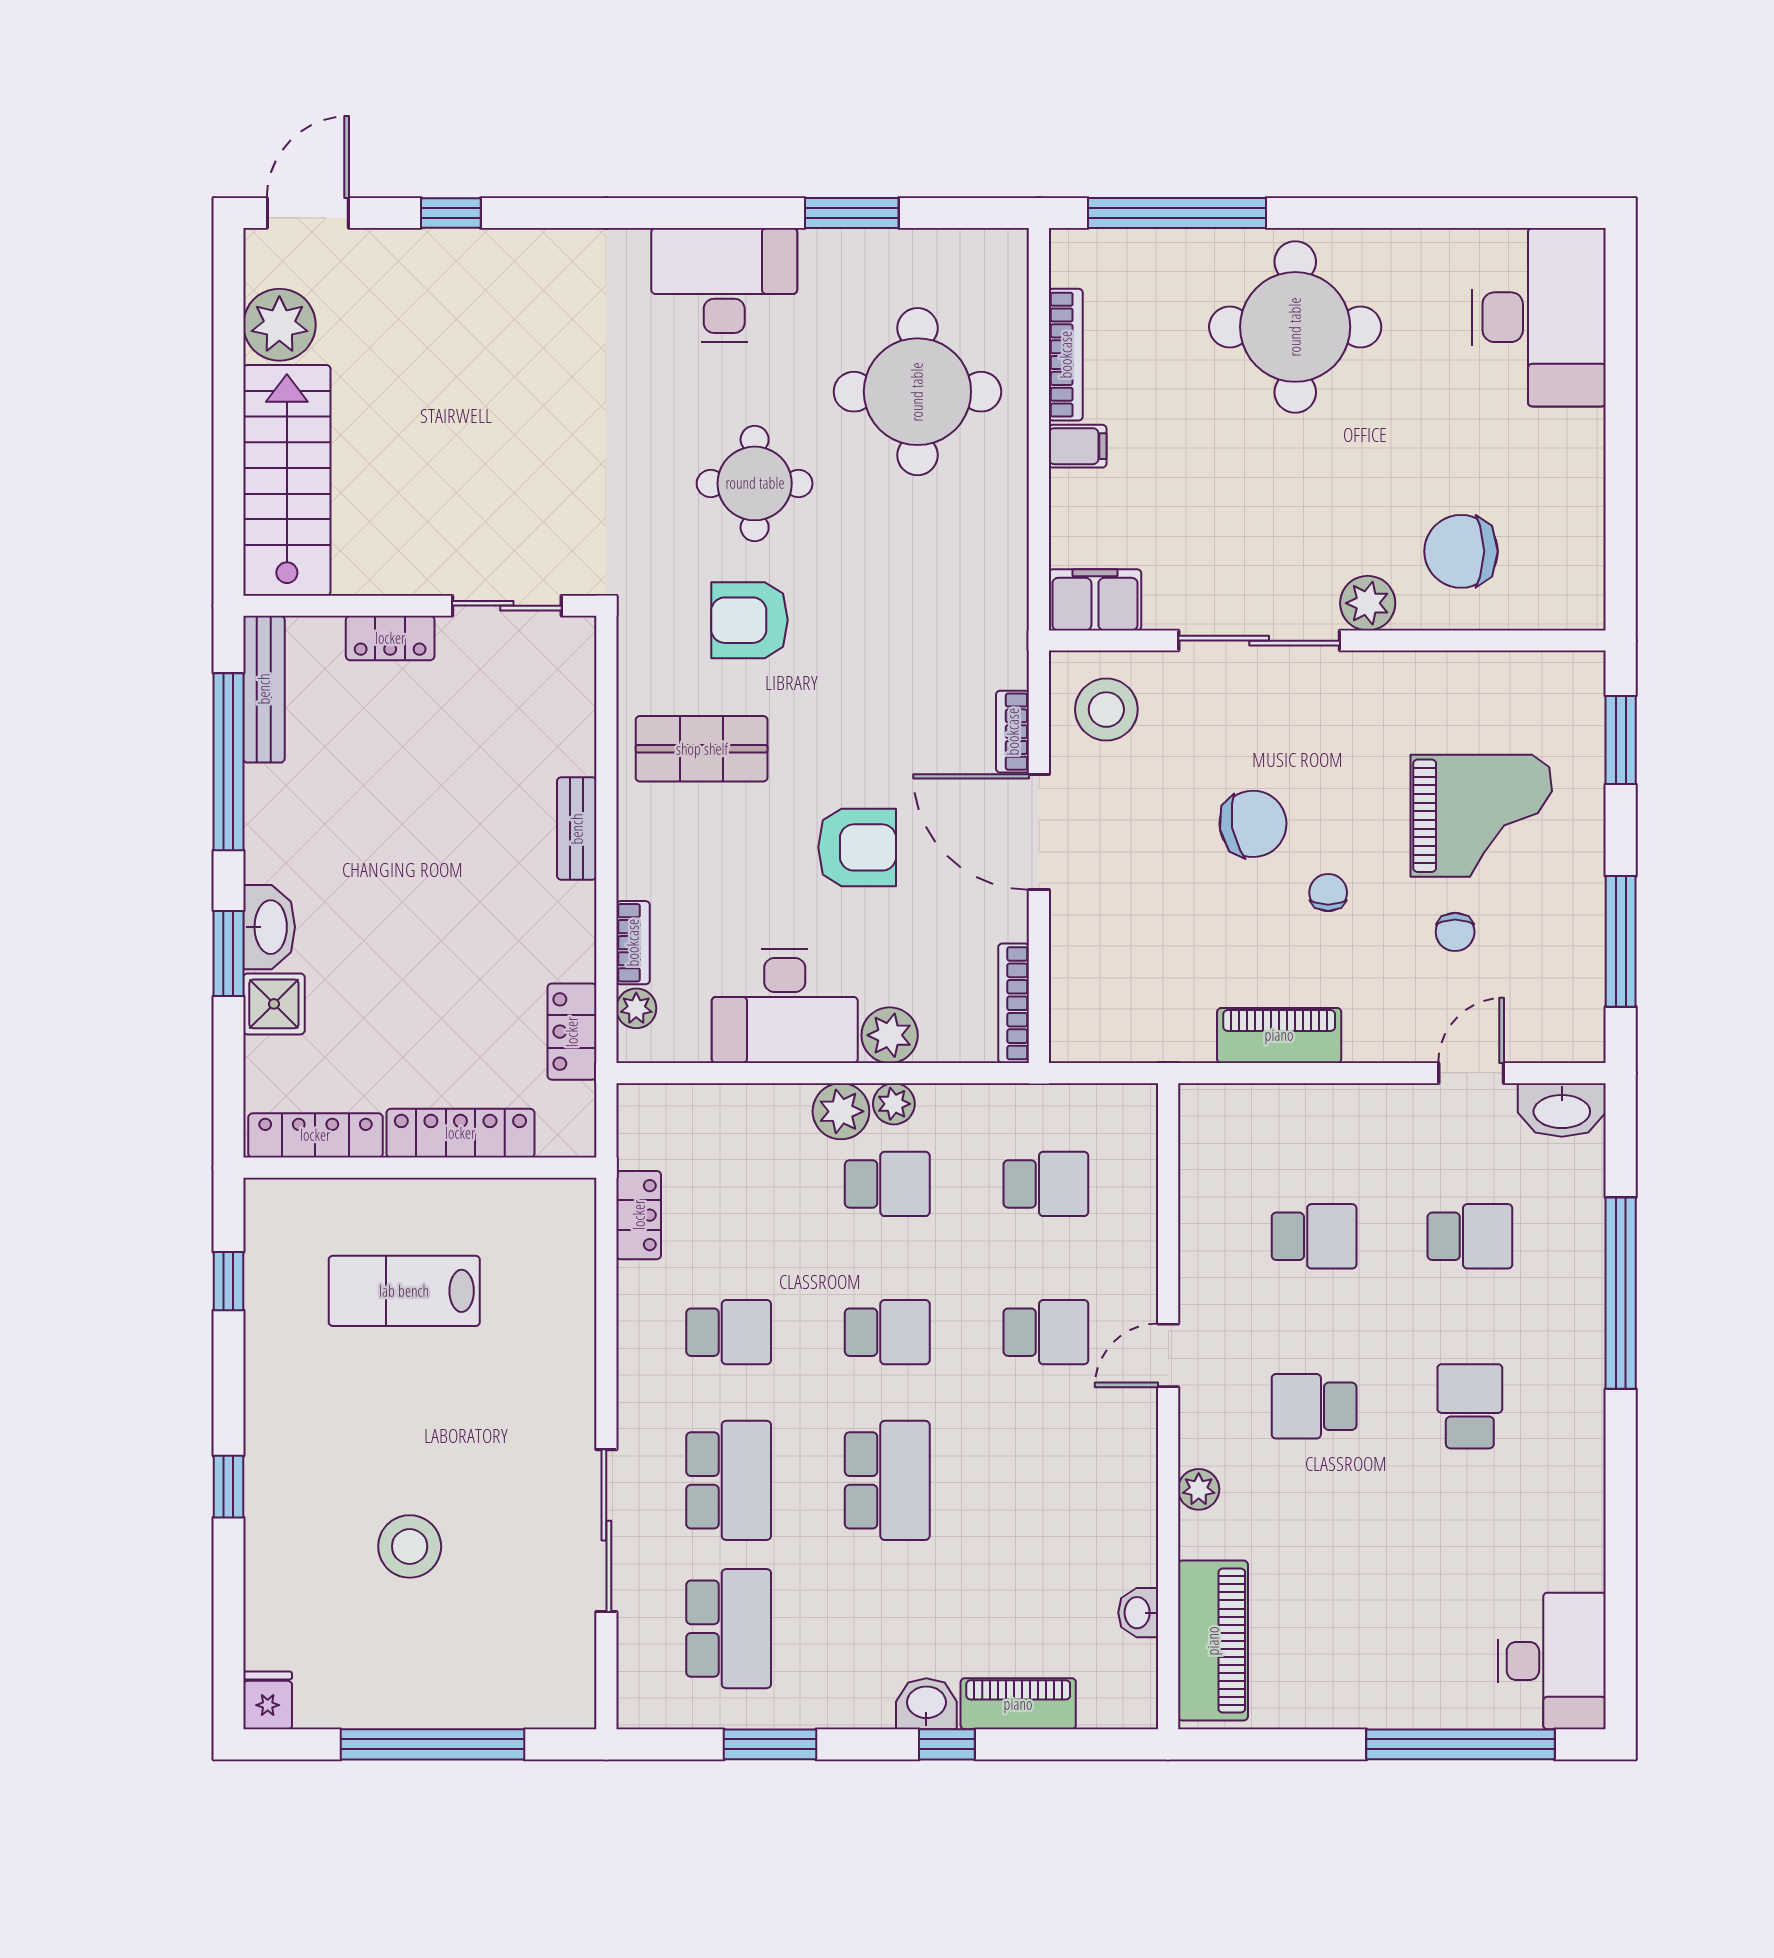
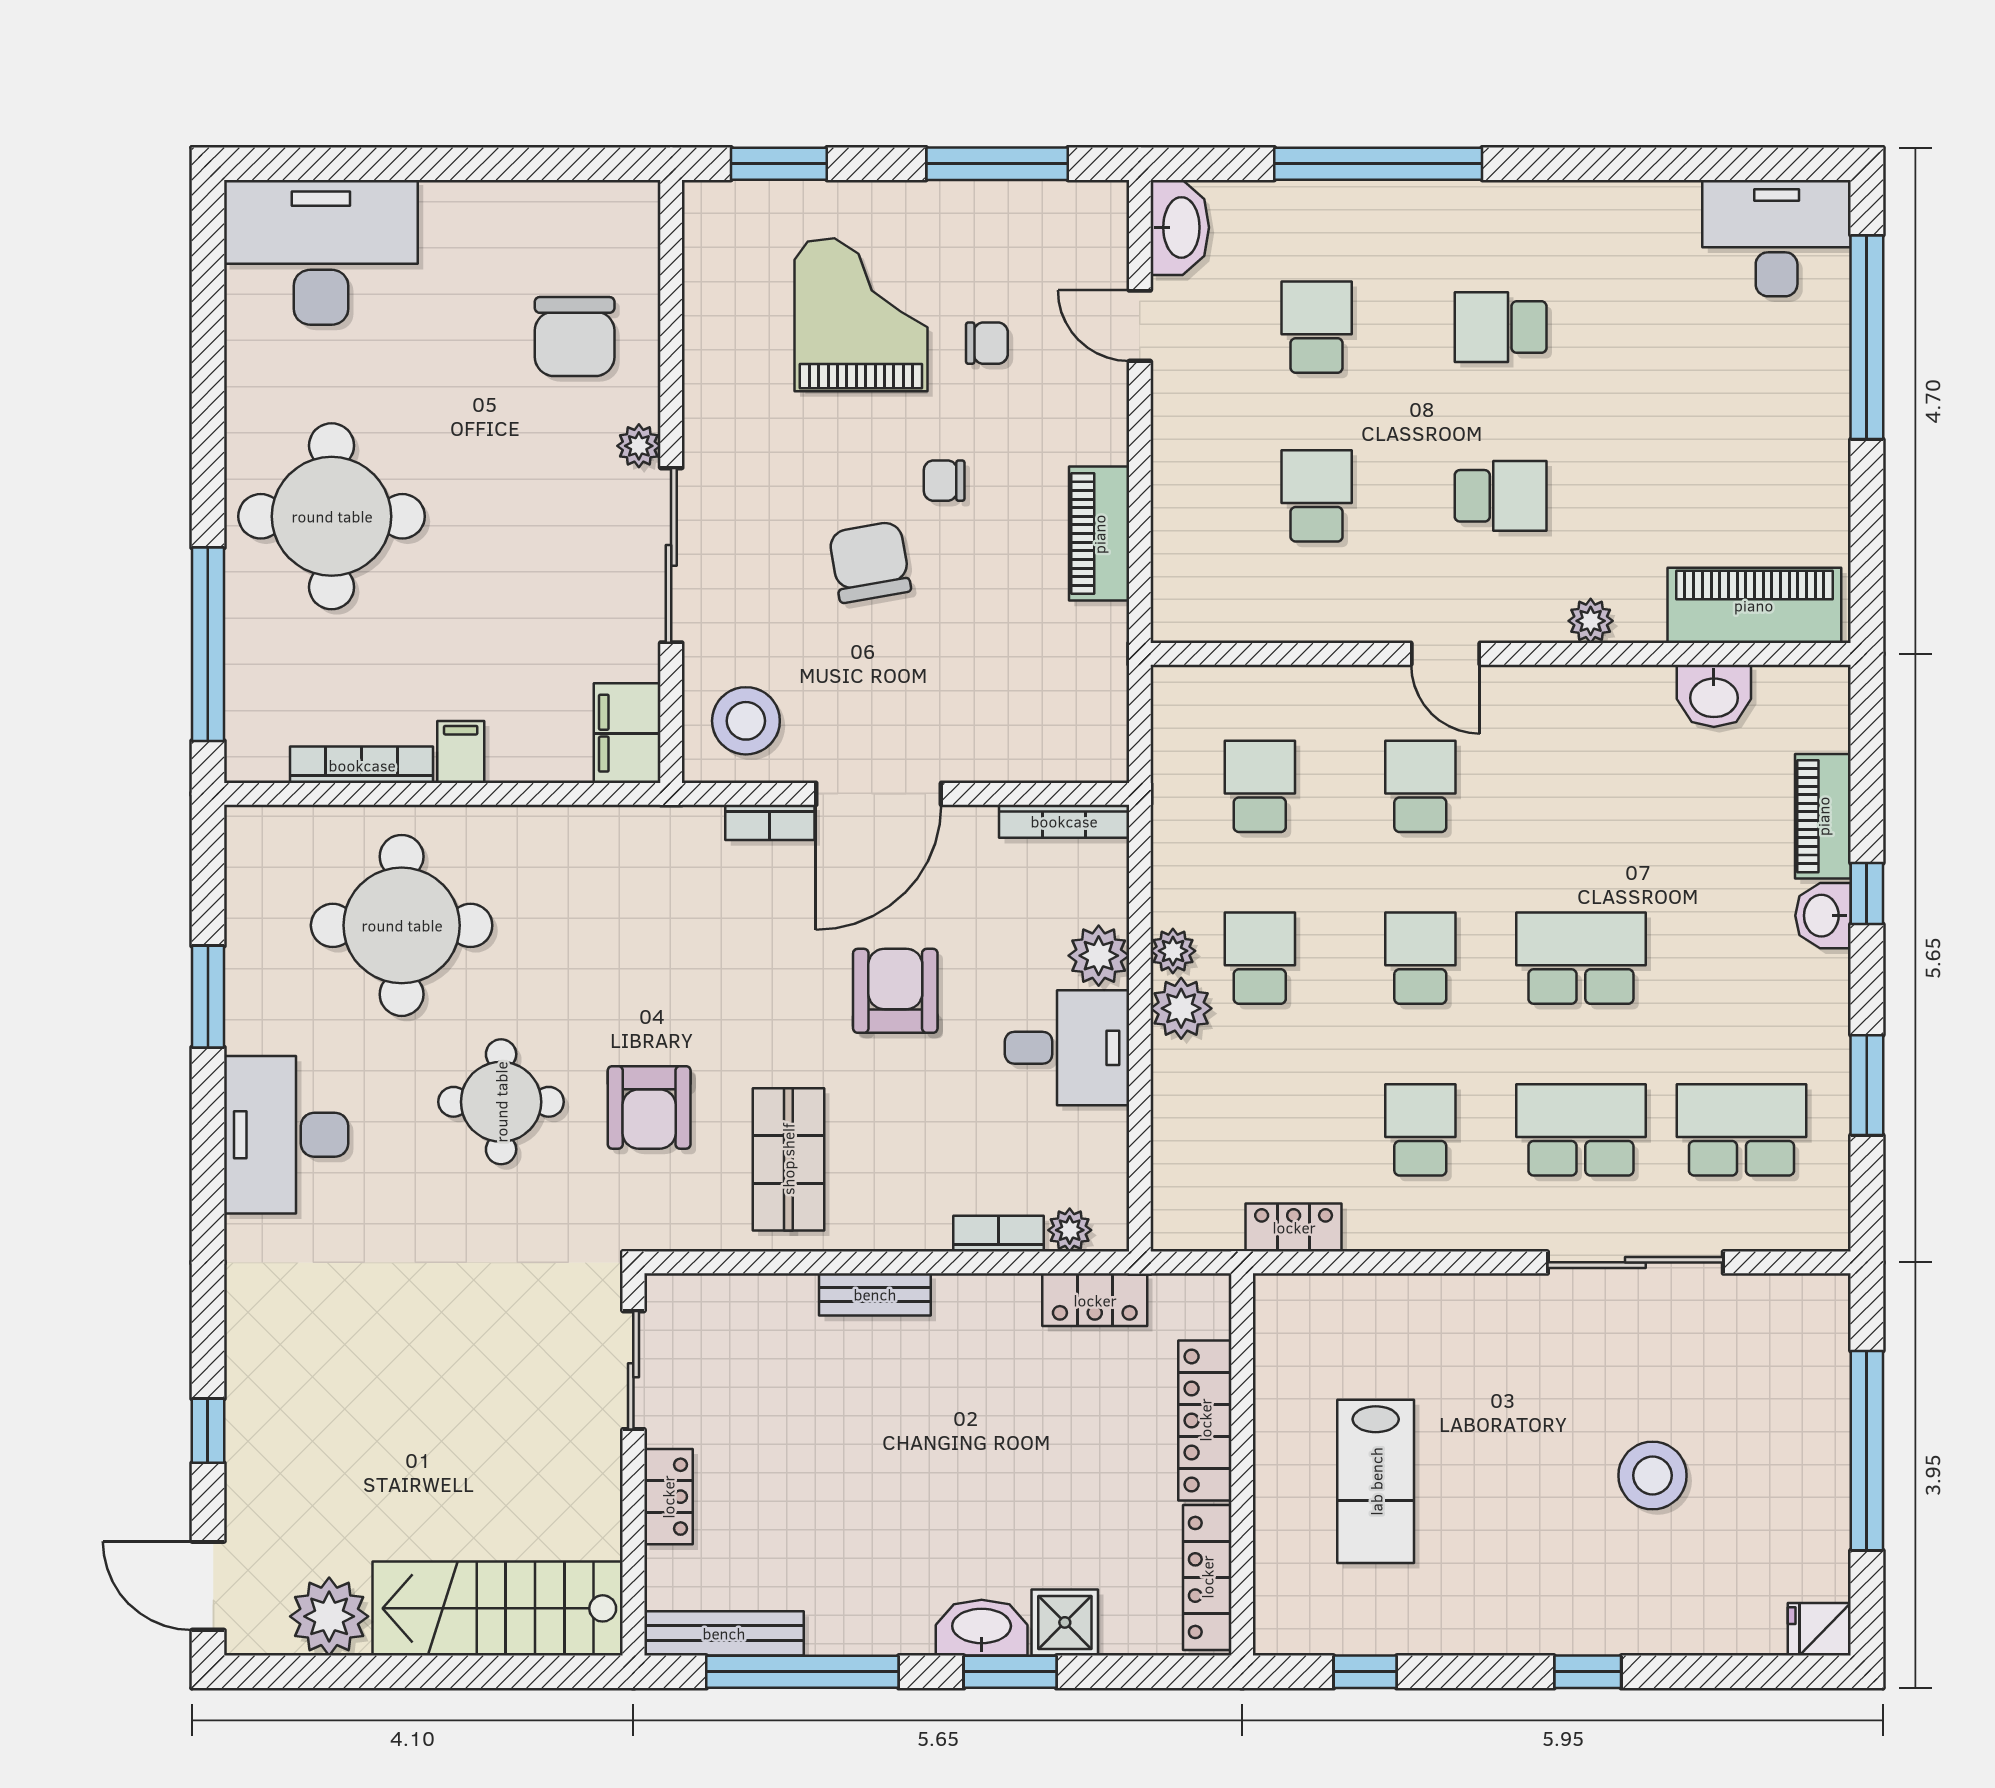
plant: (1368, 603) -> (639, 446), width x0.73, depth x0.73
desk: (785, 1006) -> (1067, 1048), width x0.73
school desk: (1314, 1406) -> (1501, 496), turned -90
washbasin: (1138, 1613) -> (1714, 696), width x1.38, depth x1.45

